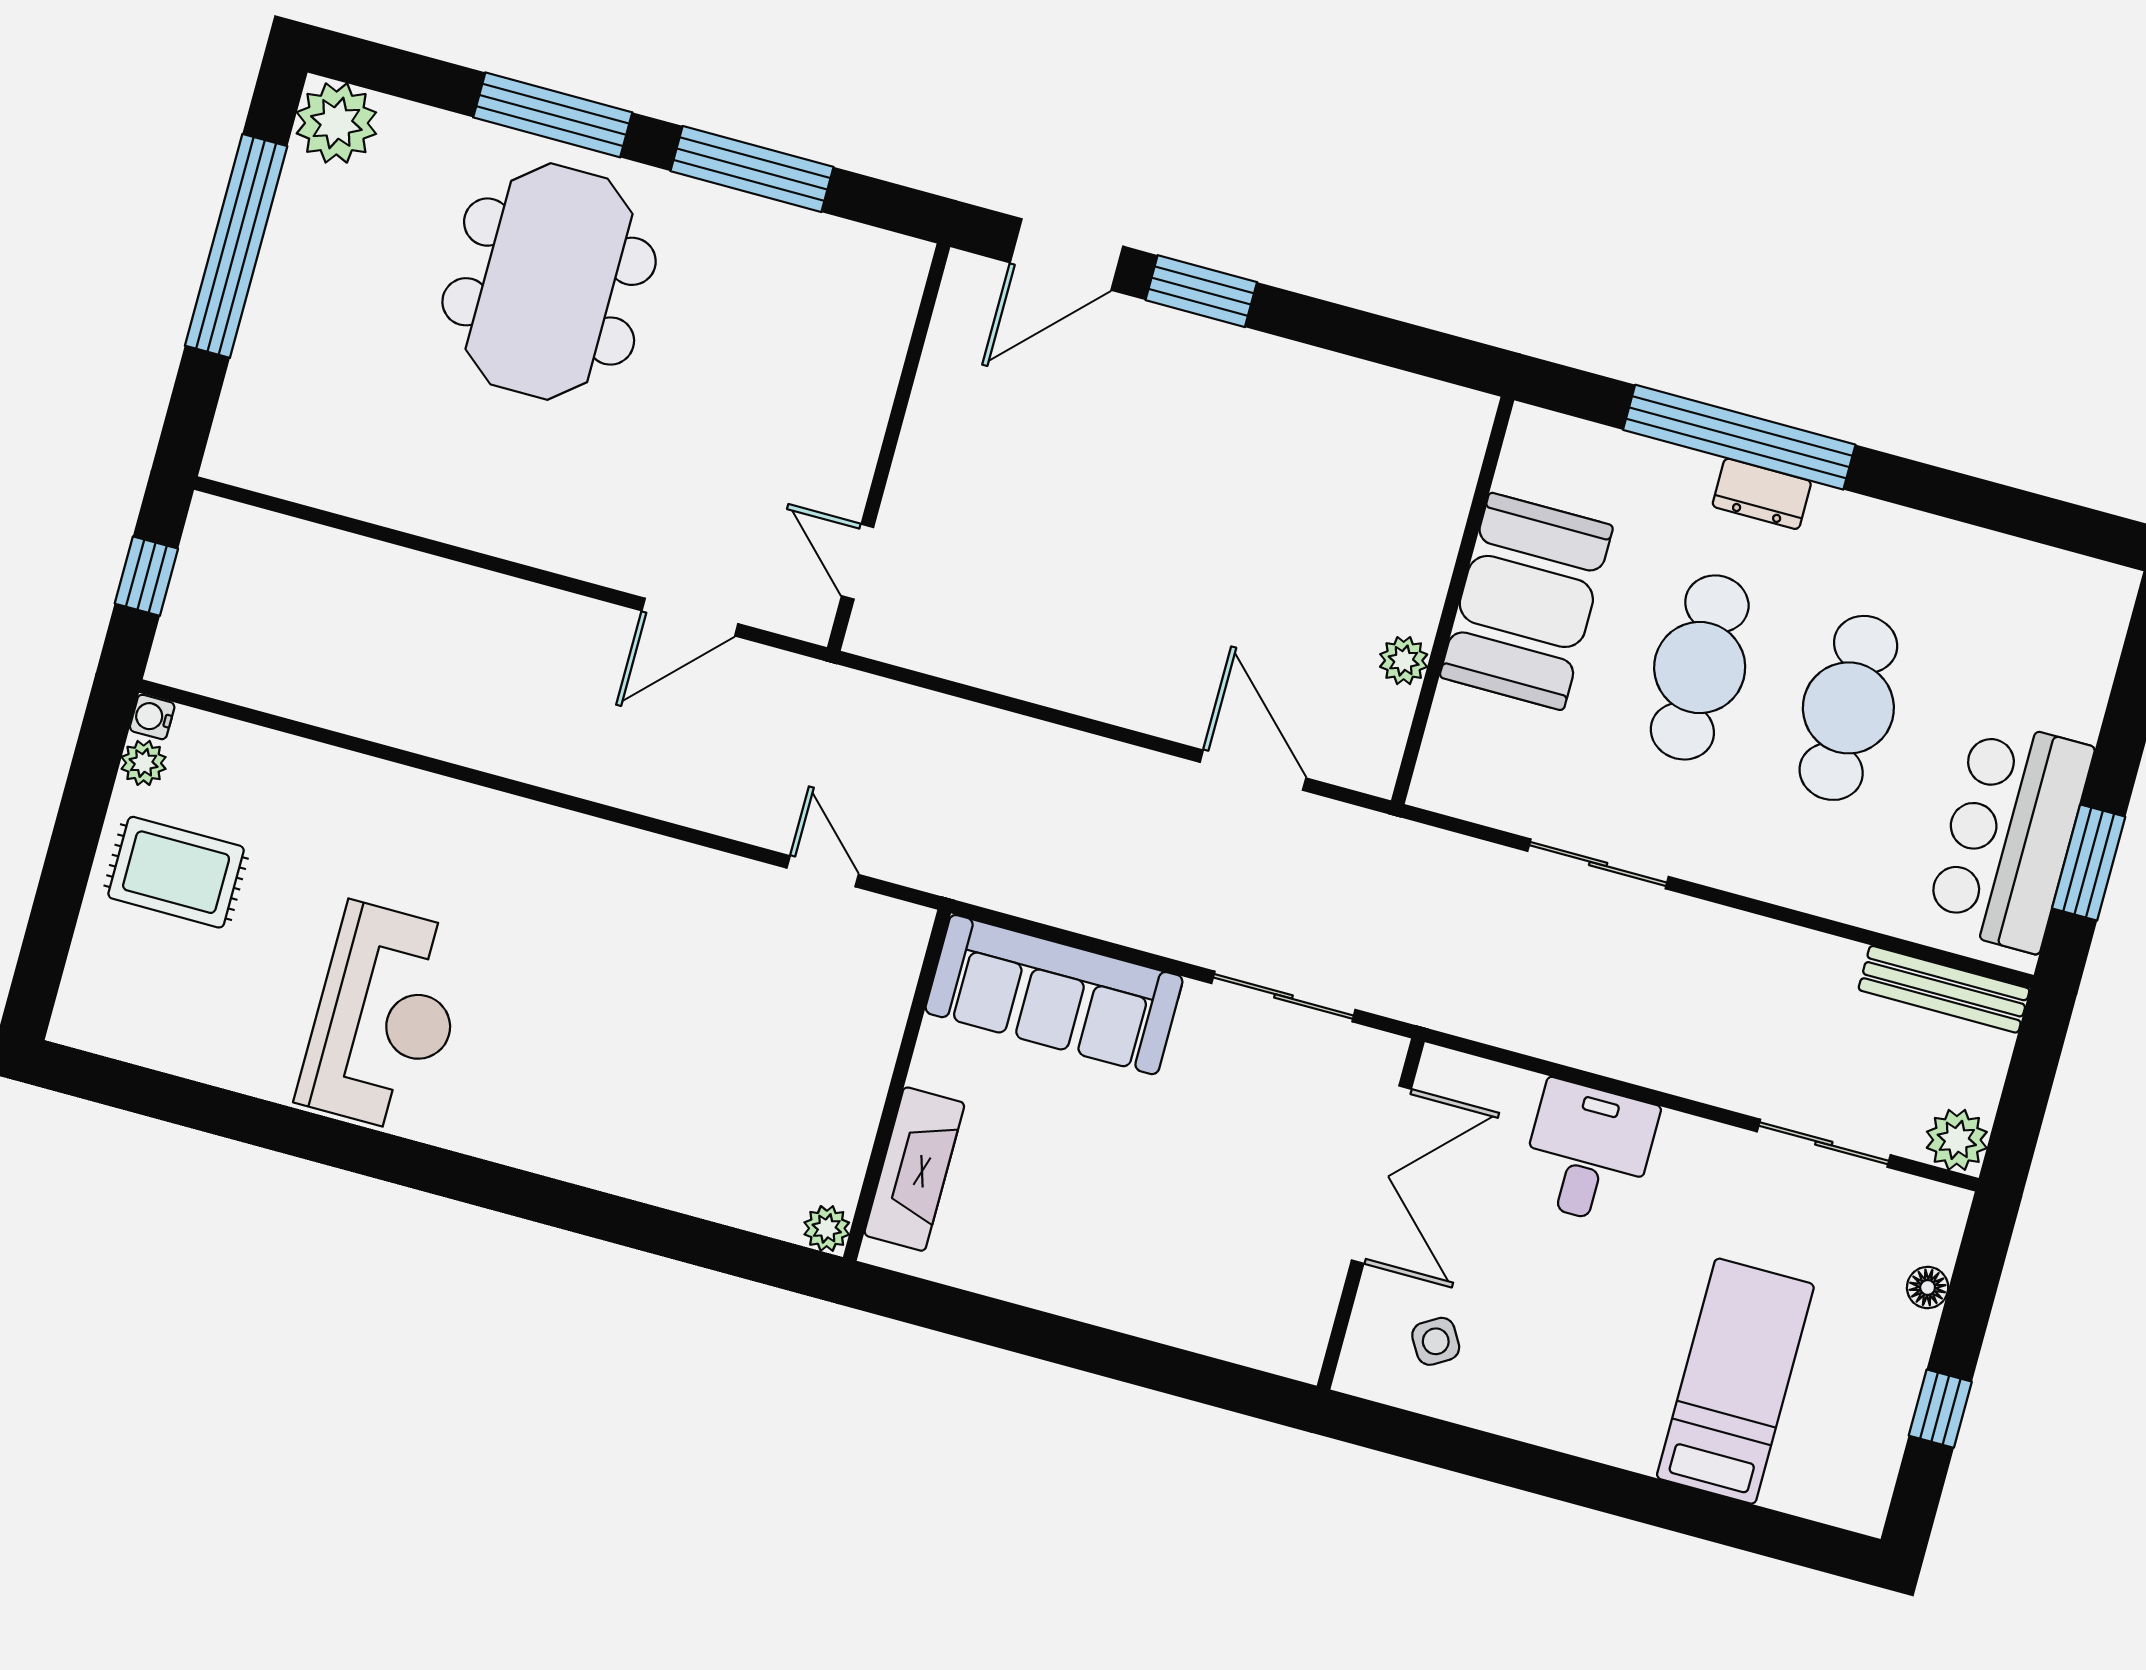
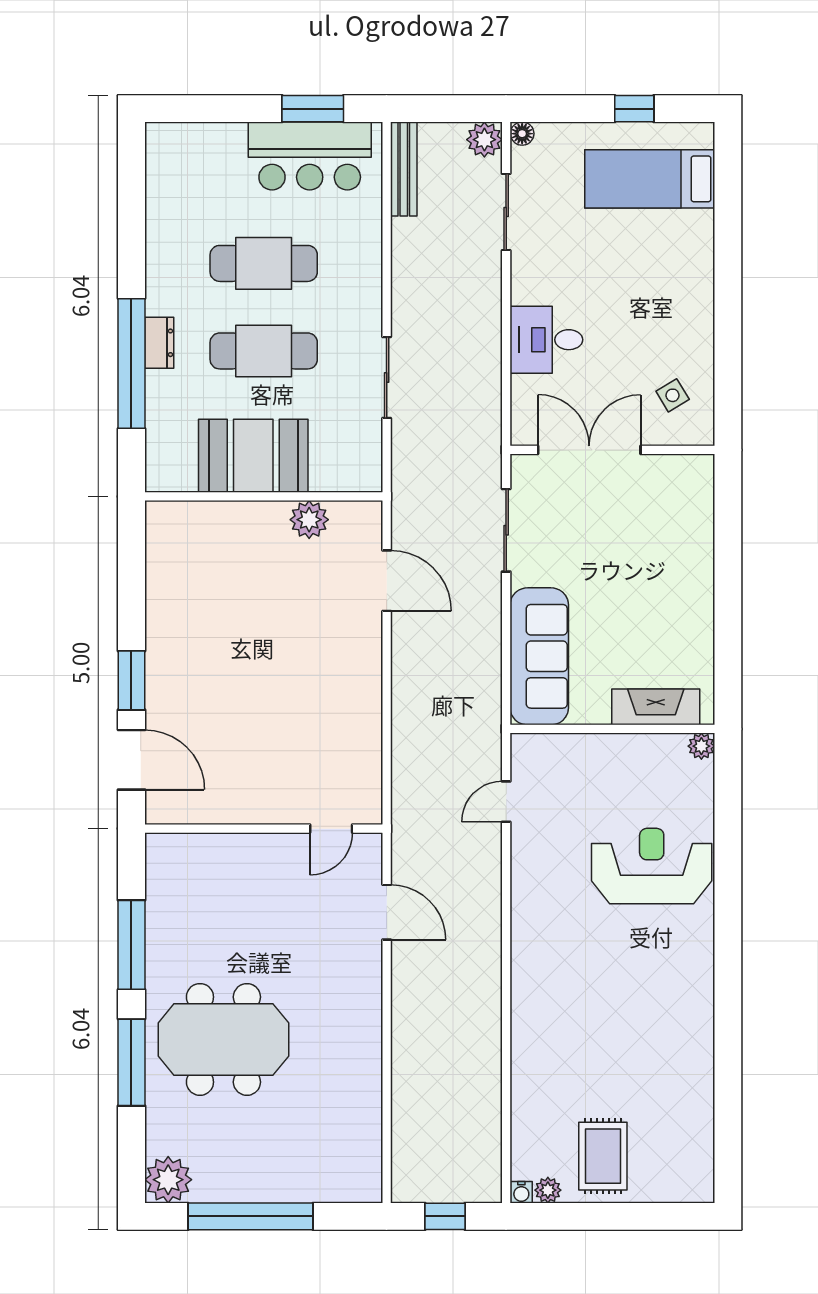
plant: (1404, 661) -> (309, 520), width x1.38, depth x1.38
door: (1253, 770) -> (387, 581), swing flipped
reception desk: (385, 1018) -> (652, 866), moved
floor lamp: (1928, 1287) -> (522, 134), moved
bed: (1735, 1381) -> (650, 179), moved

